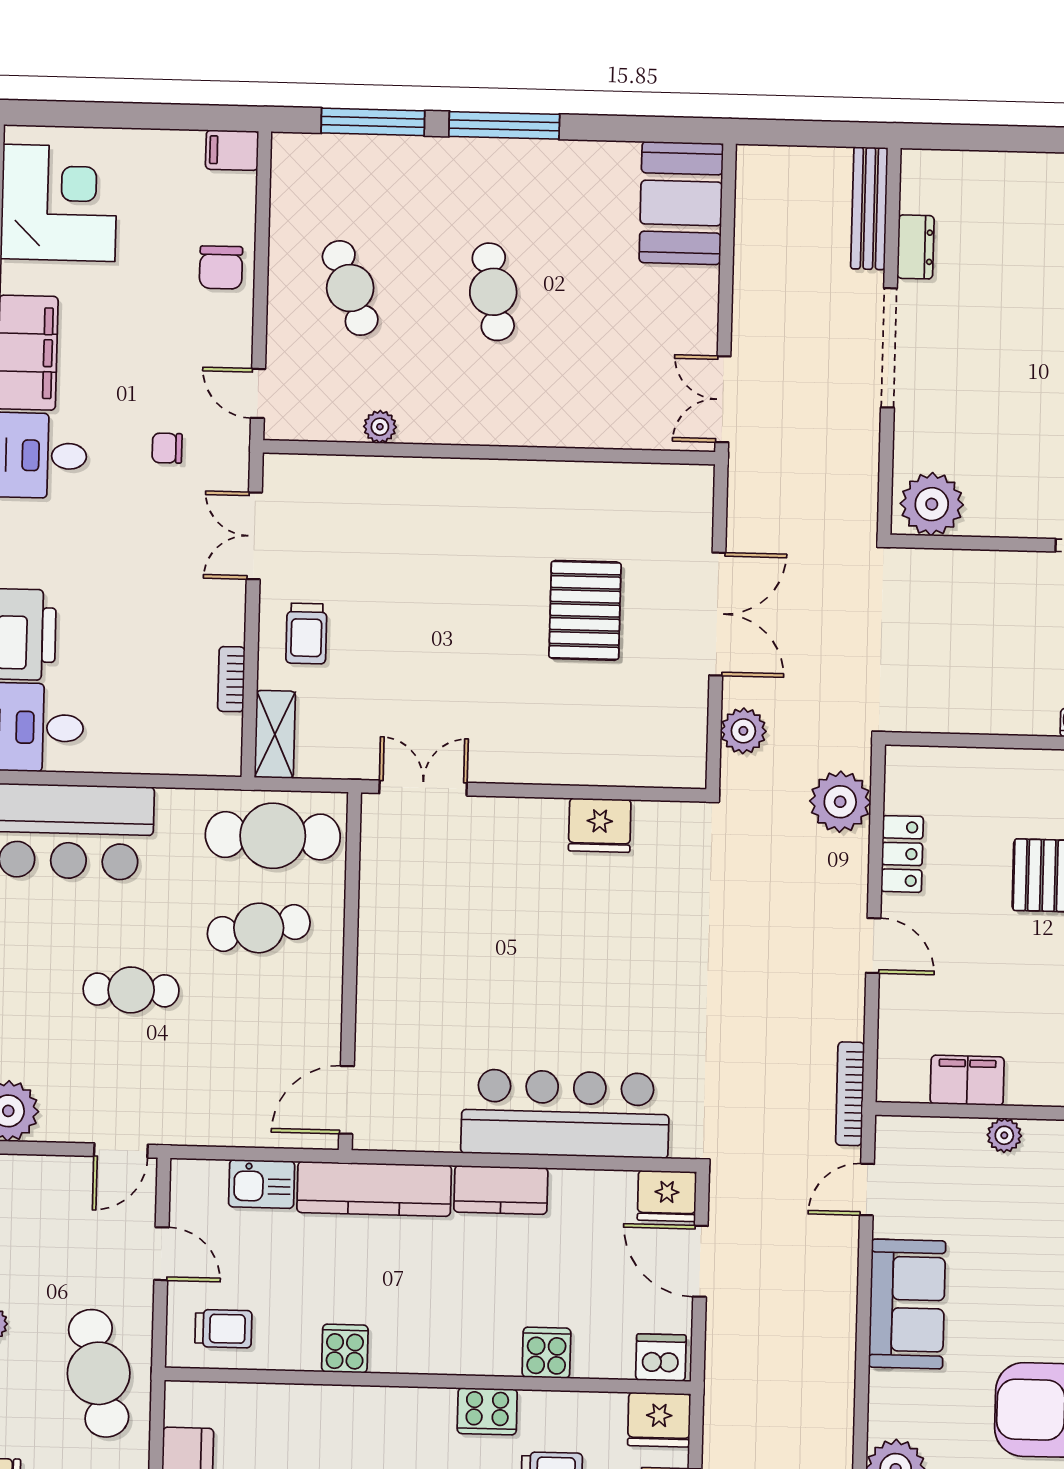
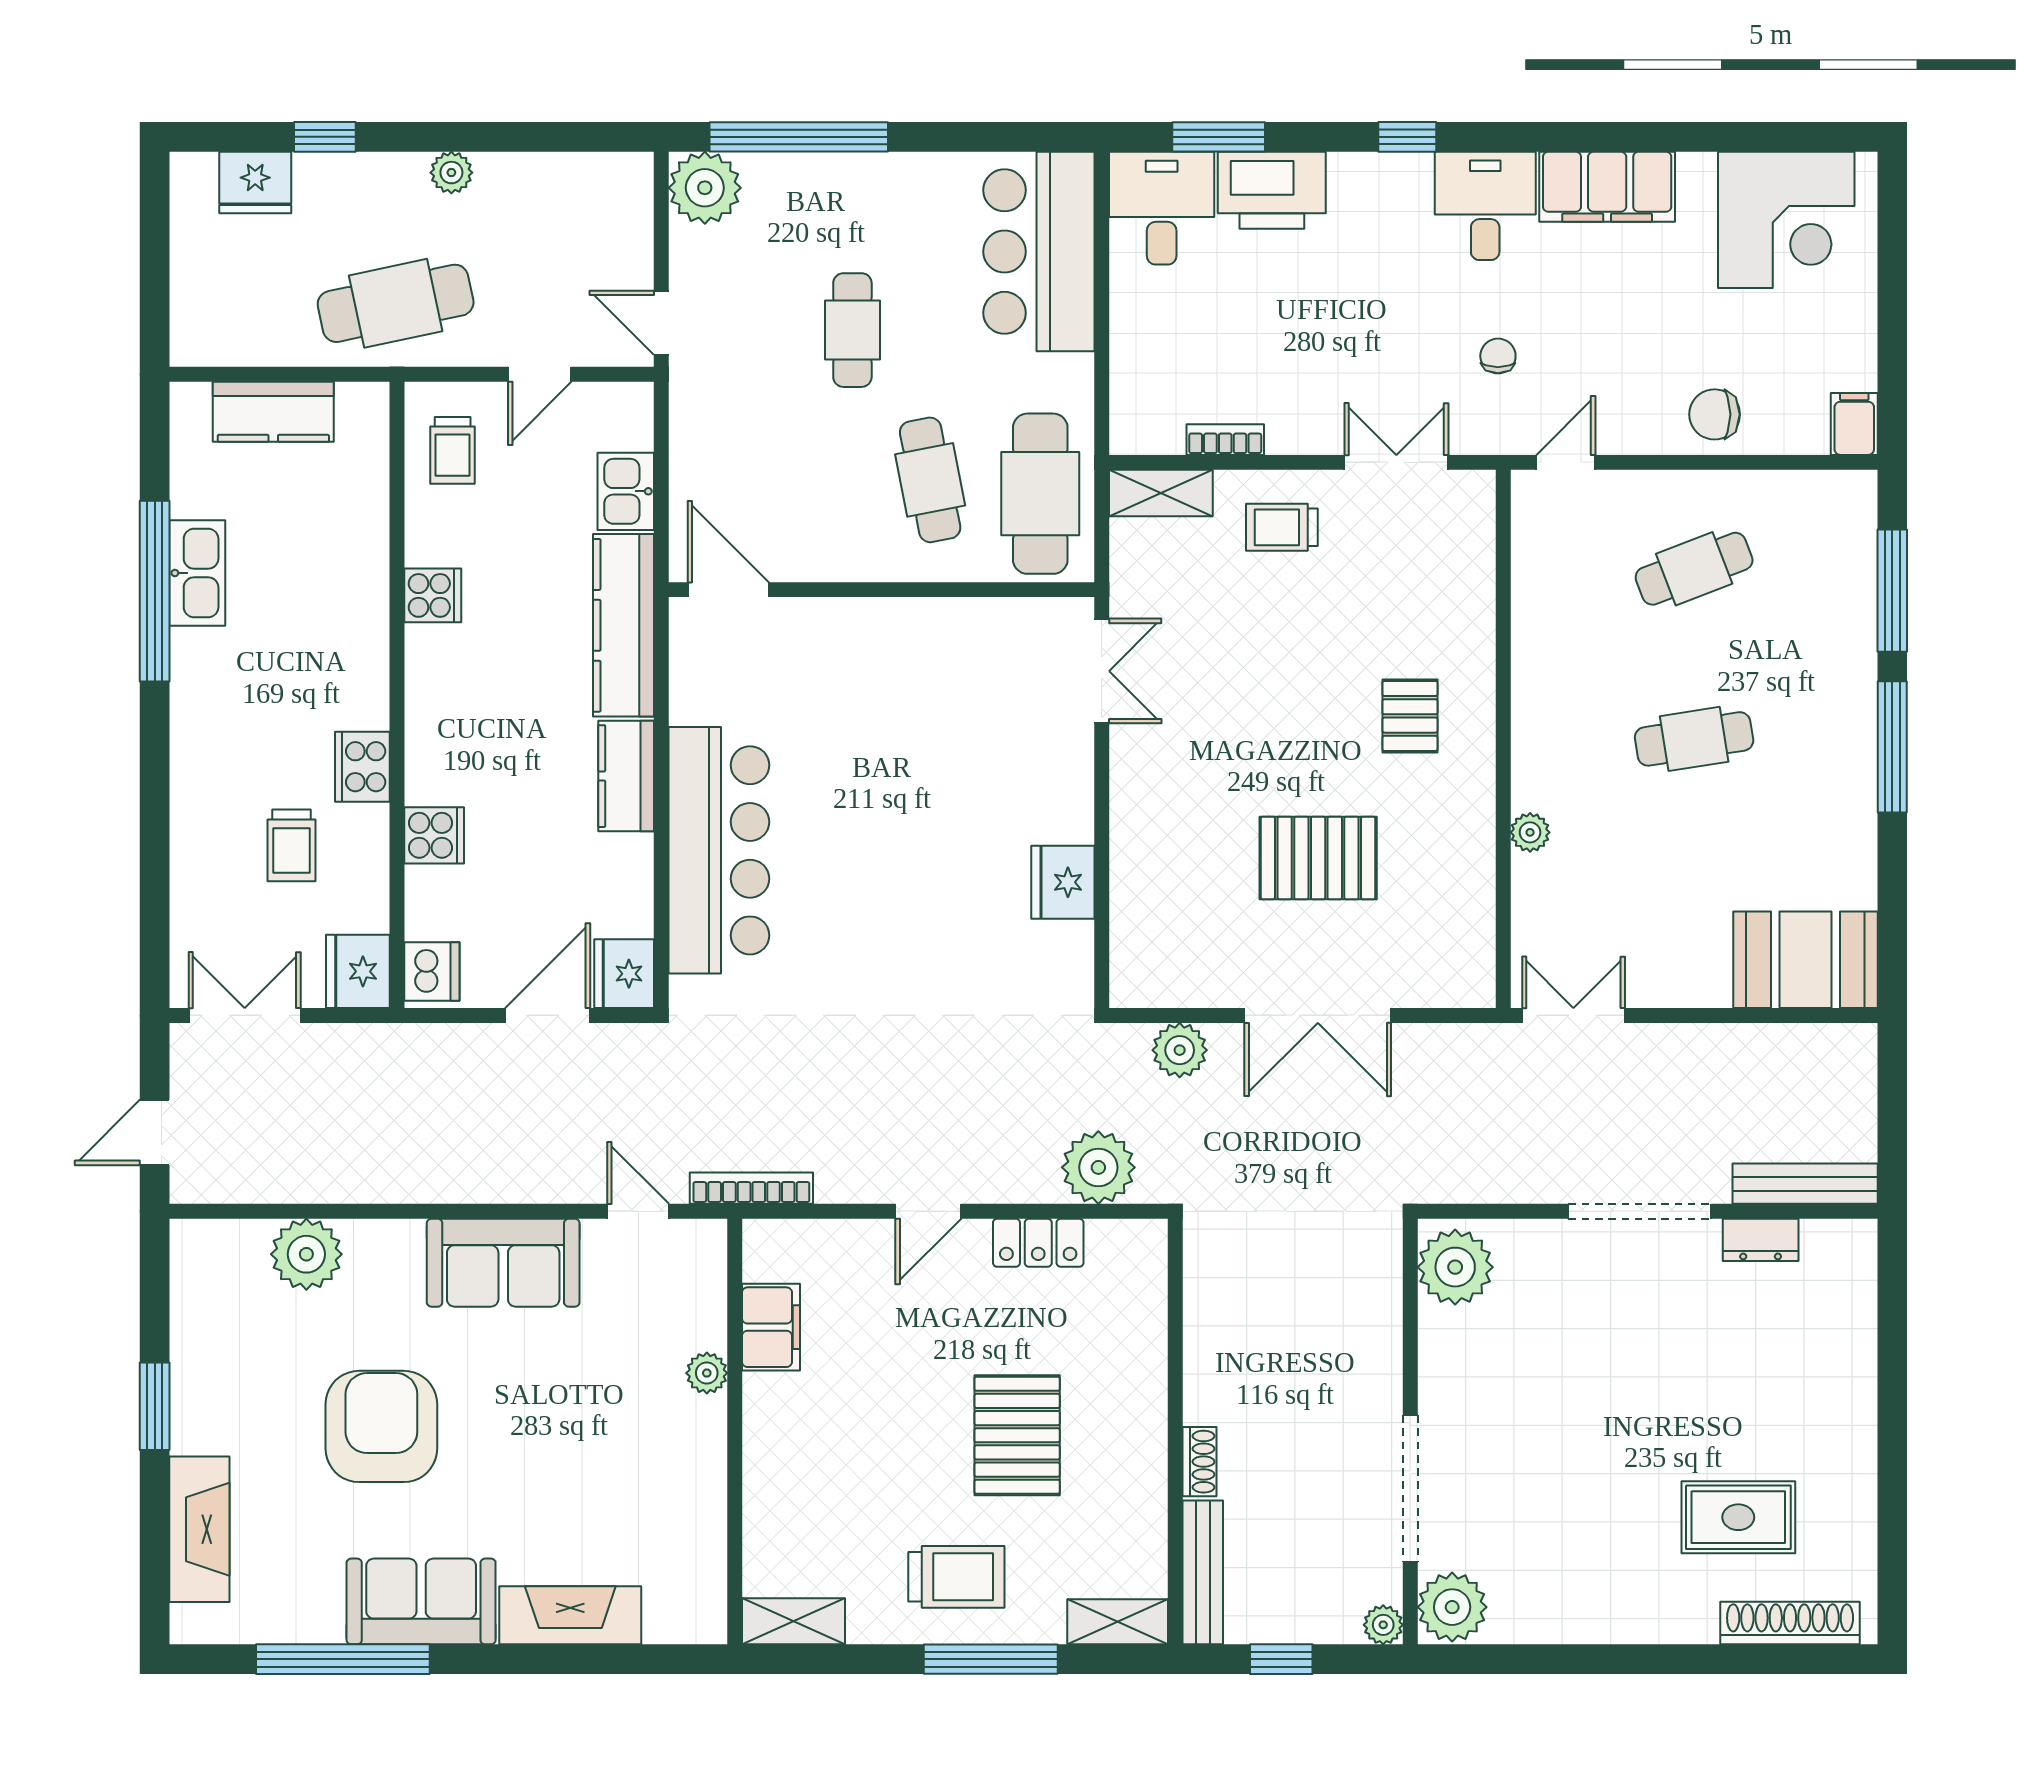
plant: (380, 427) -> (1530, 832), moved
pallet: (468, 530) -> (1410, 716), added

